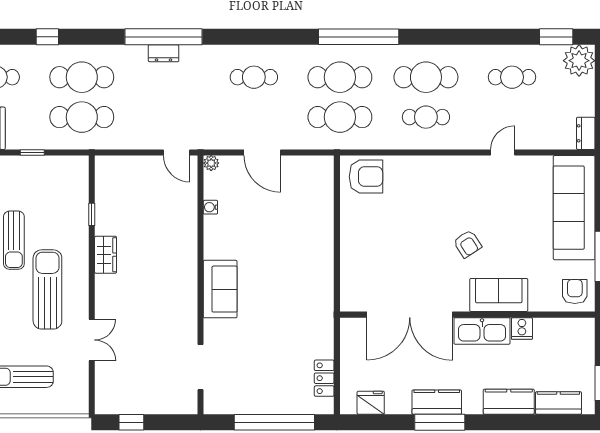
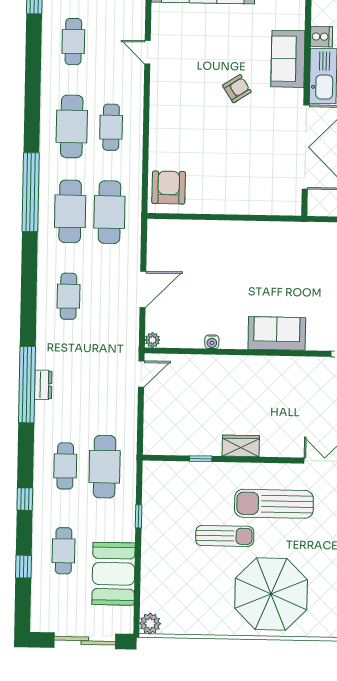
cafe table: (82, 77) -> (65, 466), width x0.73, depth x0.74
water cooler: (210, 207) -> (212, 342), moved

